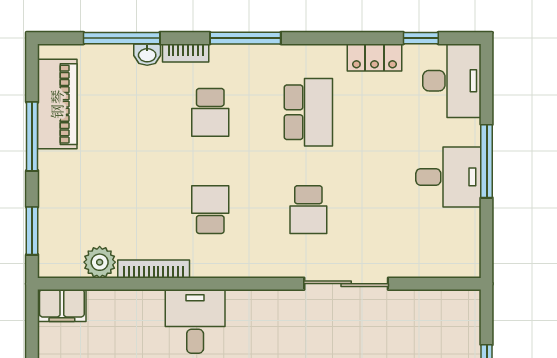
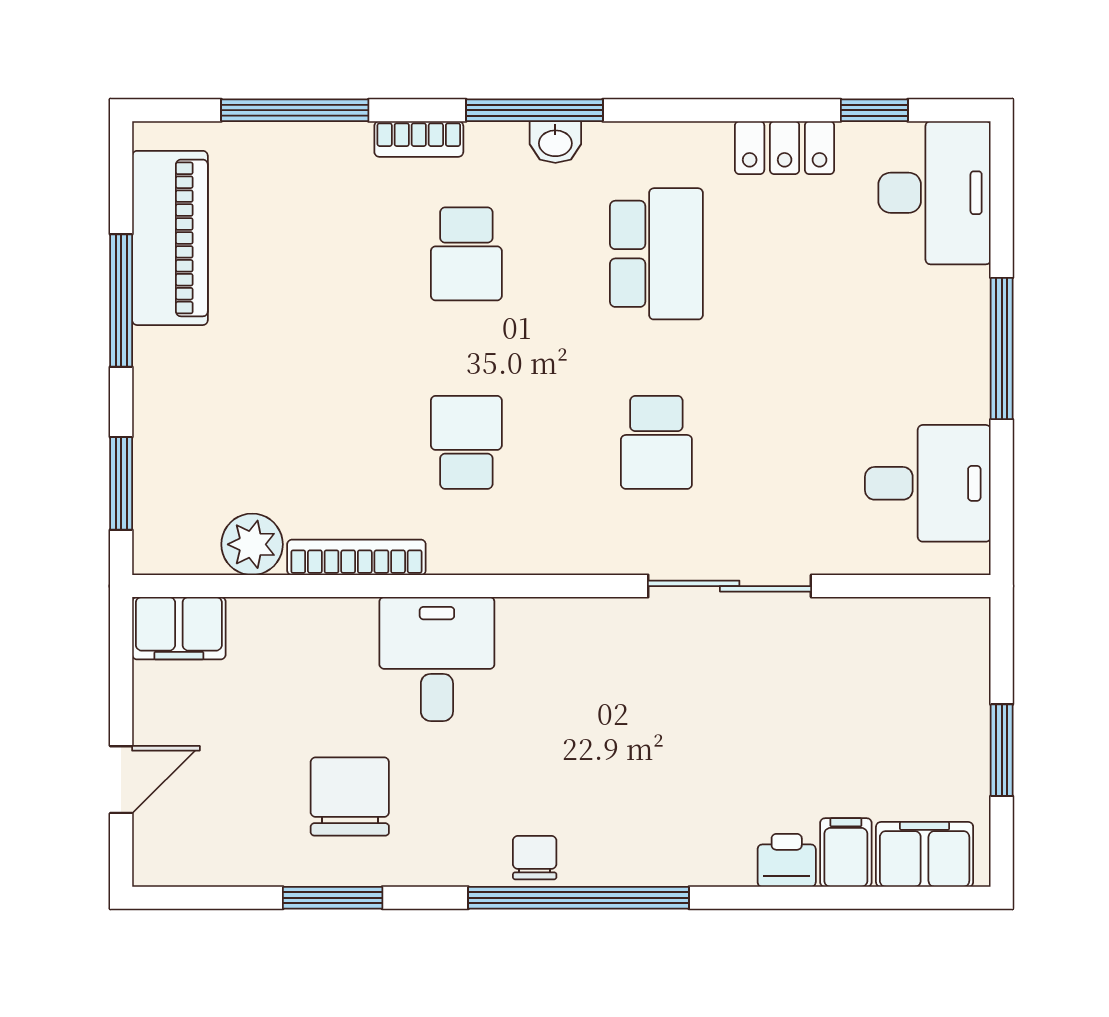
washbasin: (147, 55) -> (555, 142), moved
desk: (448, 177) -> (928, 483), moved

